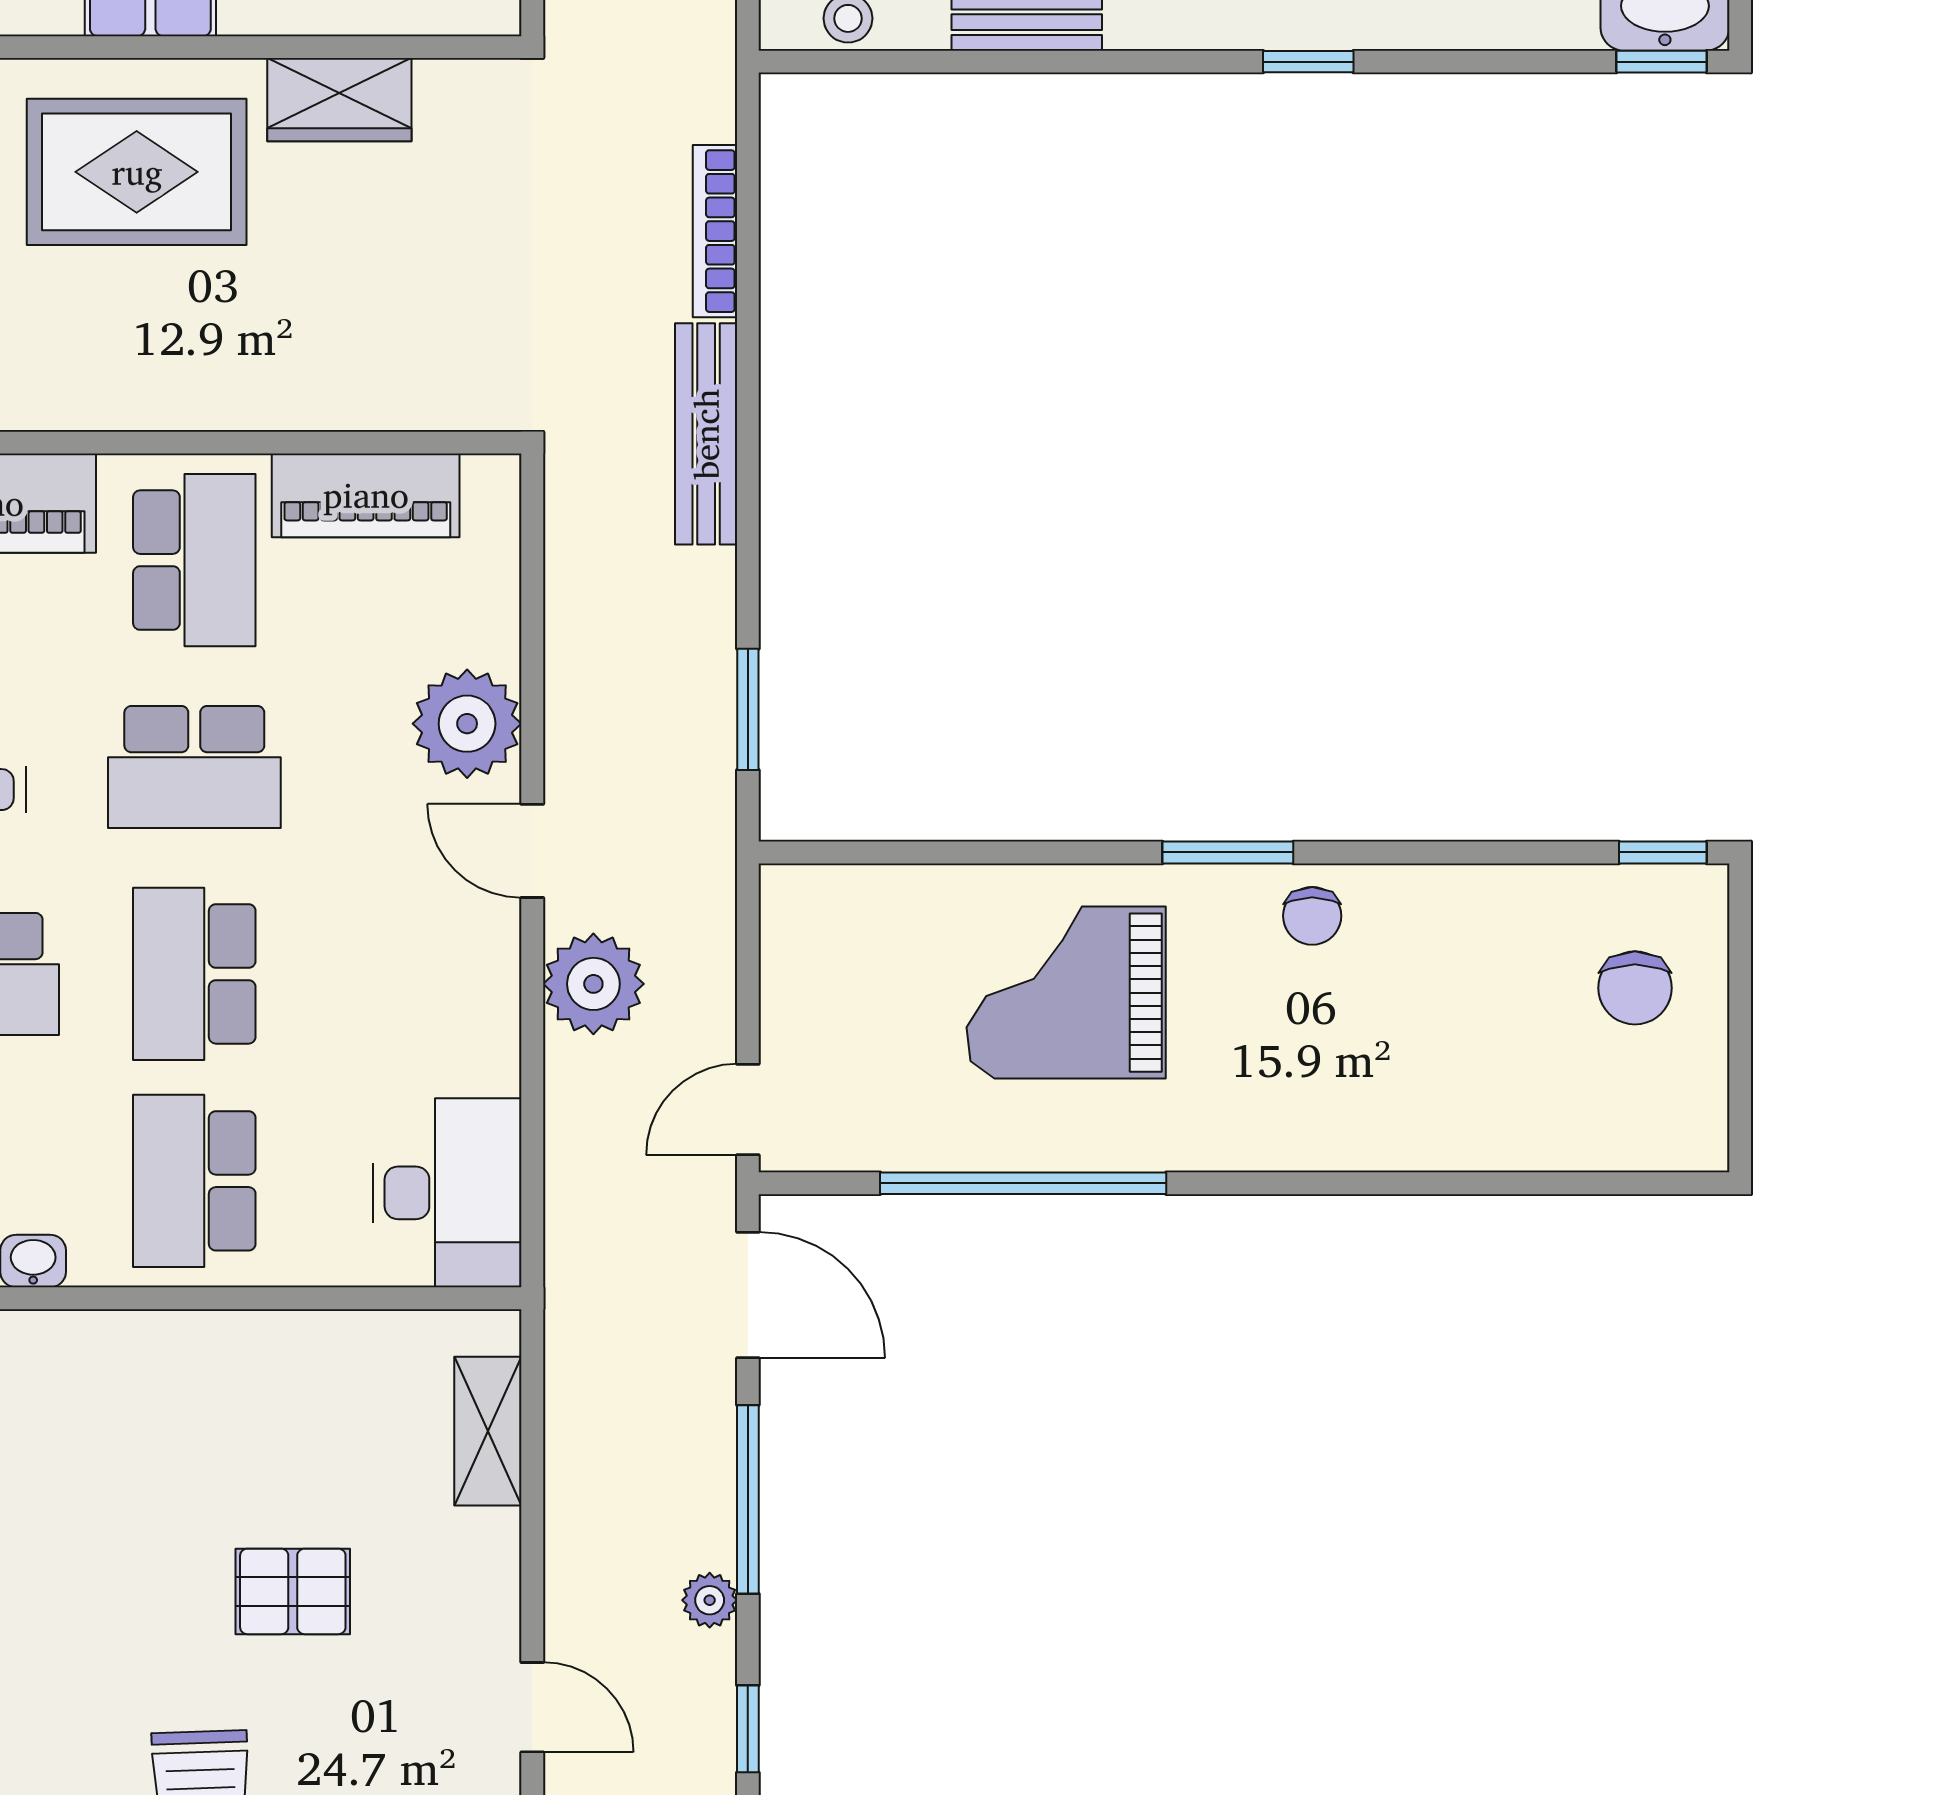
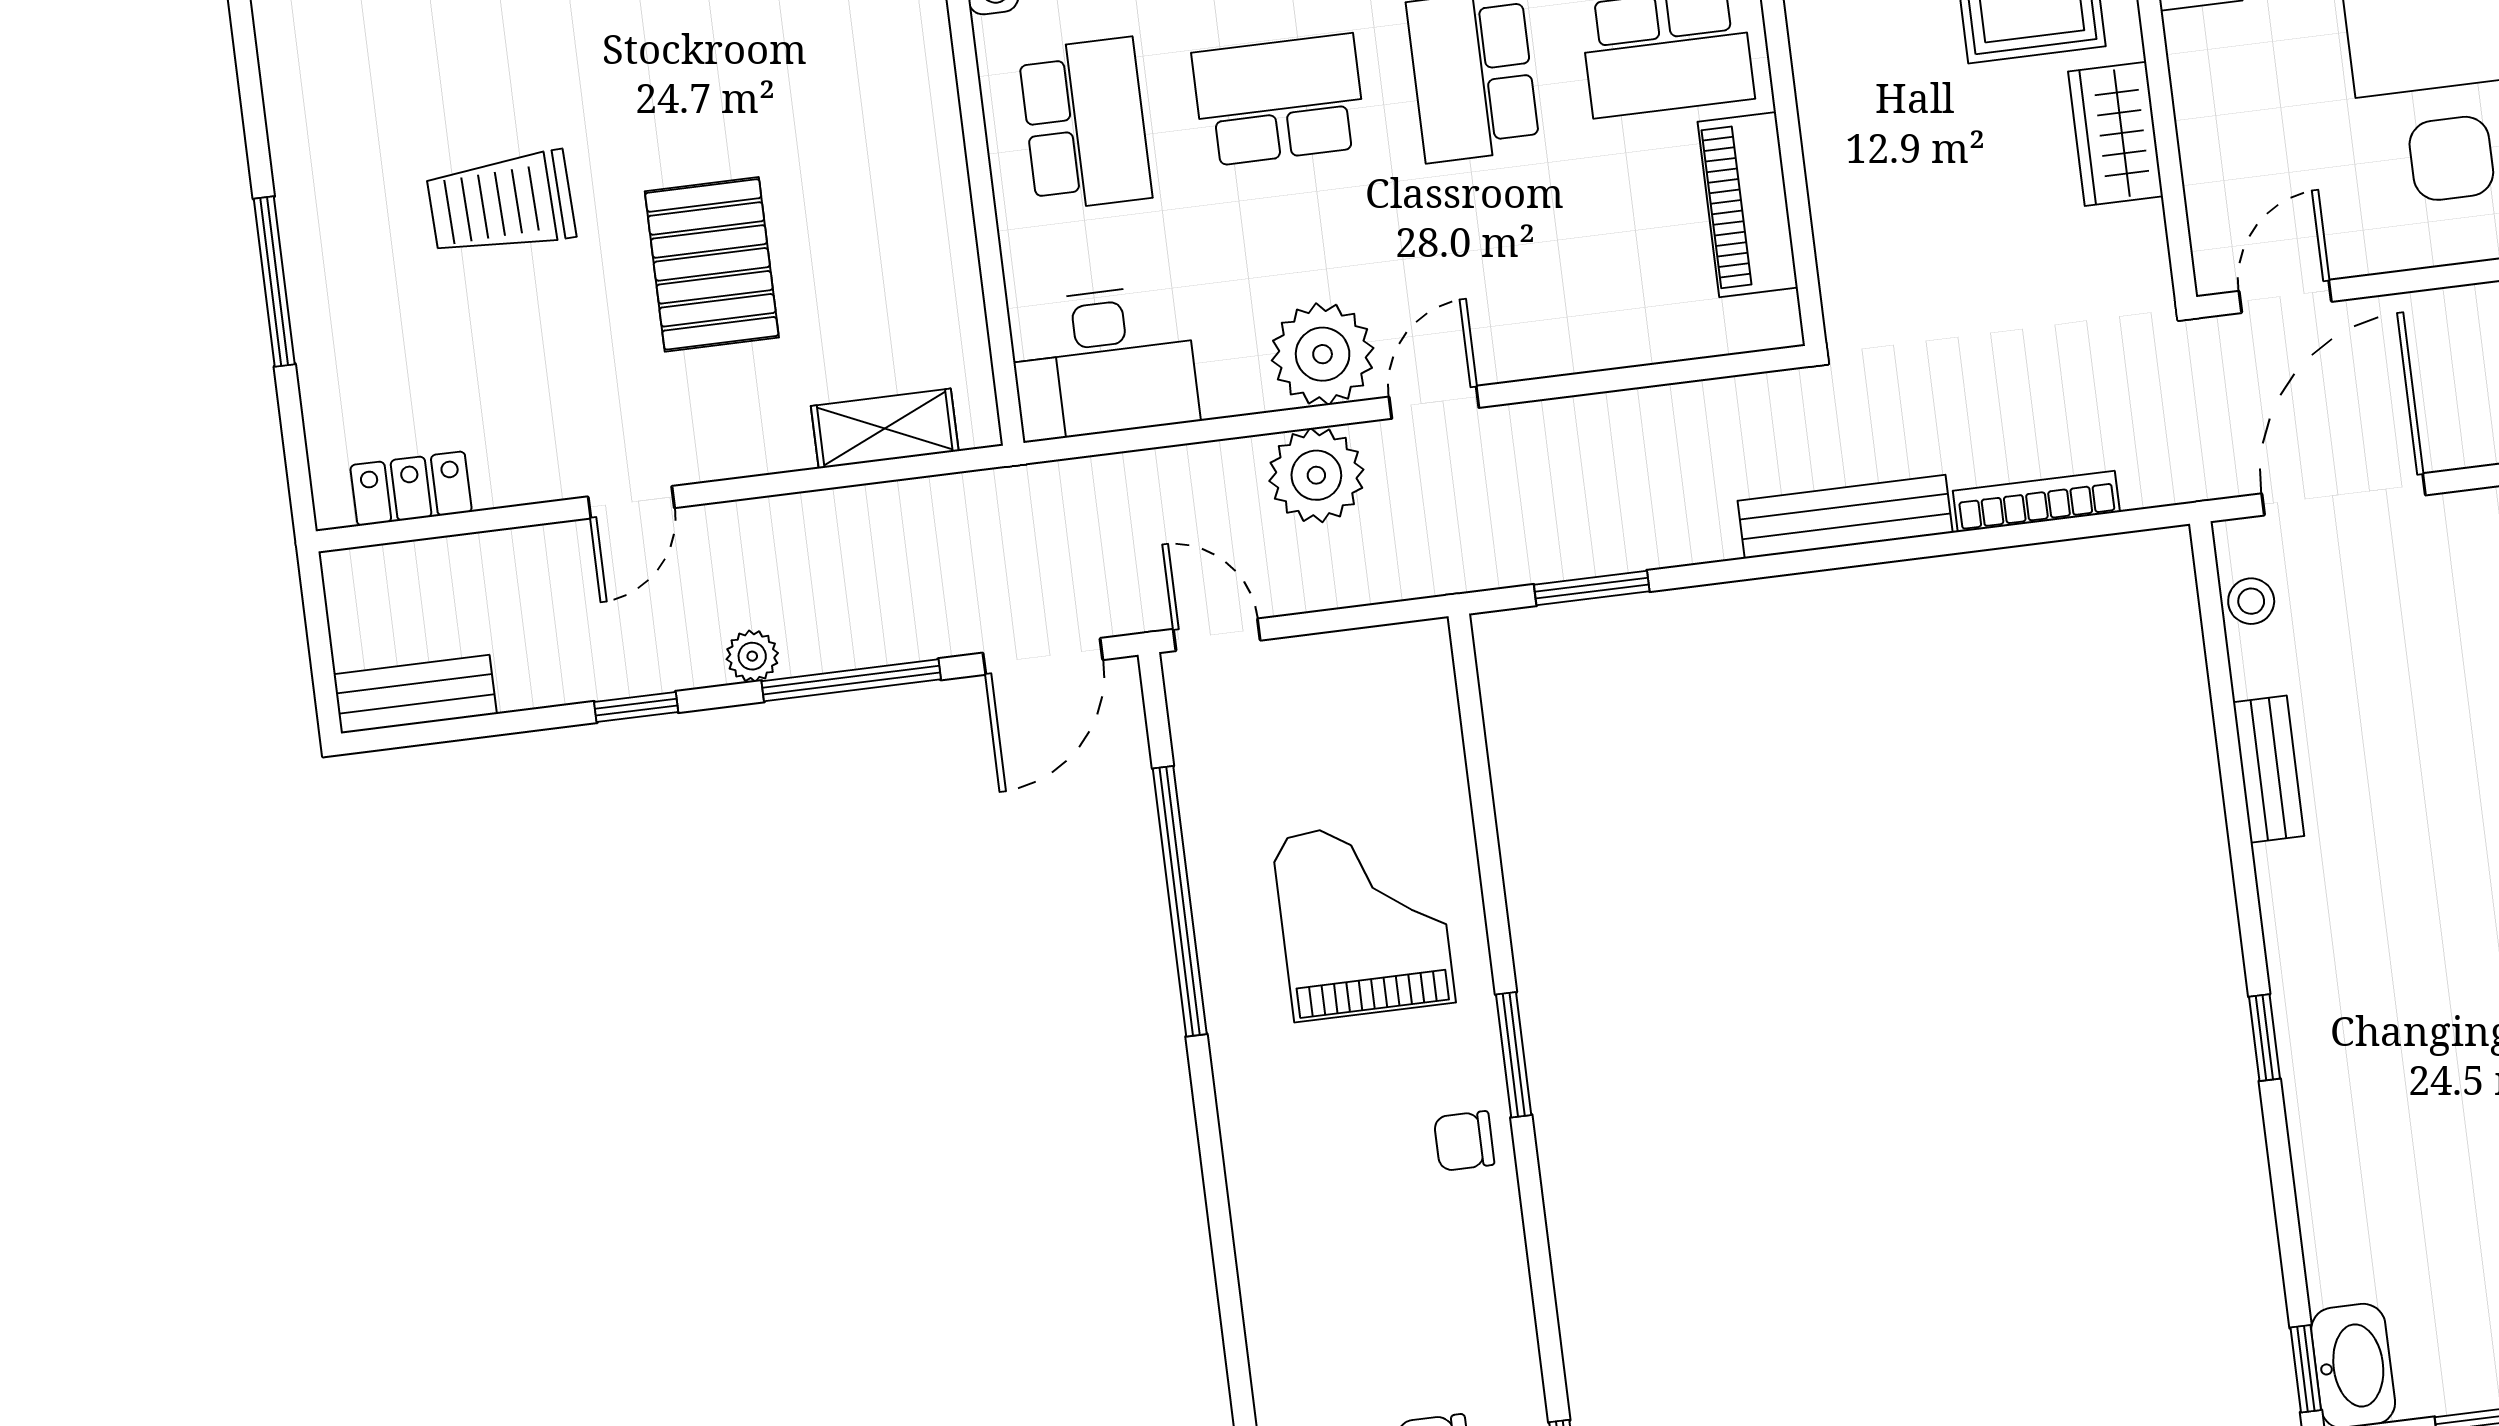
plant: (467, 724) -> (1323, 354), moved
school desk: (194, 1181) -> (1085, 124), turned 90
pallet: (293, 1591) -> (712, 264), width x1.50, depth x1.42

